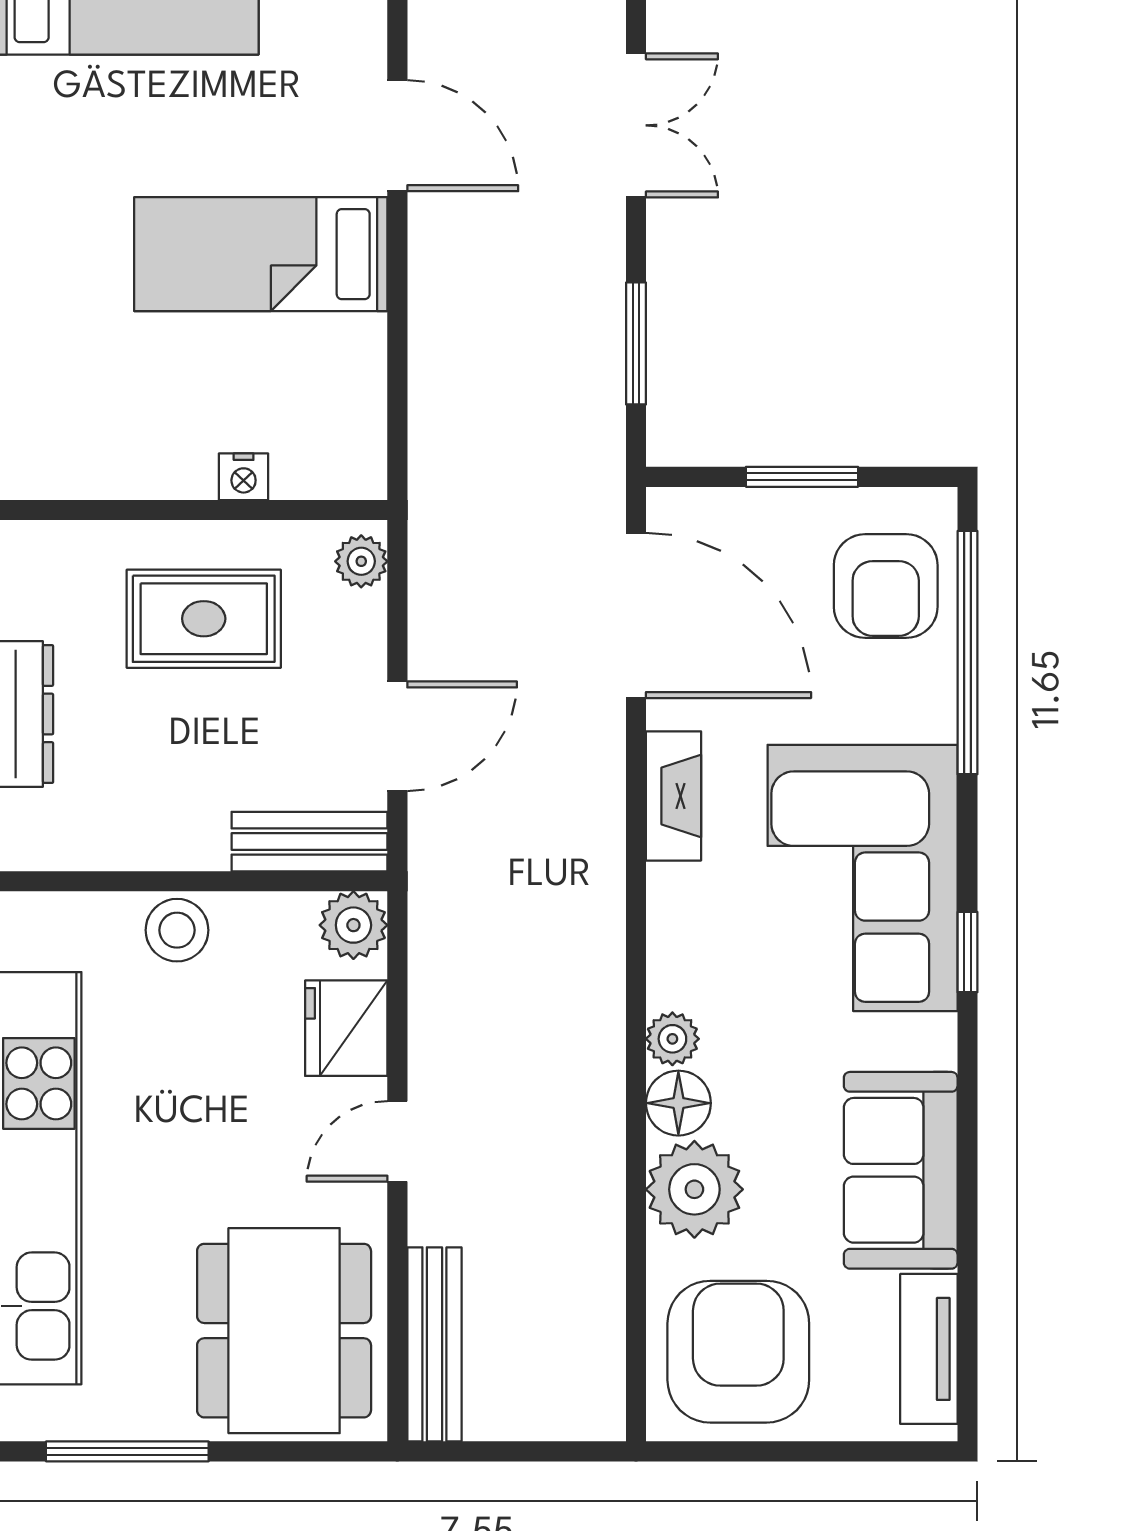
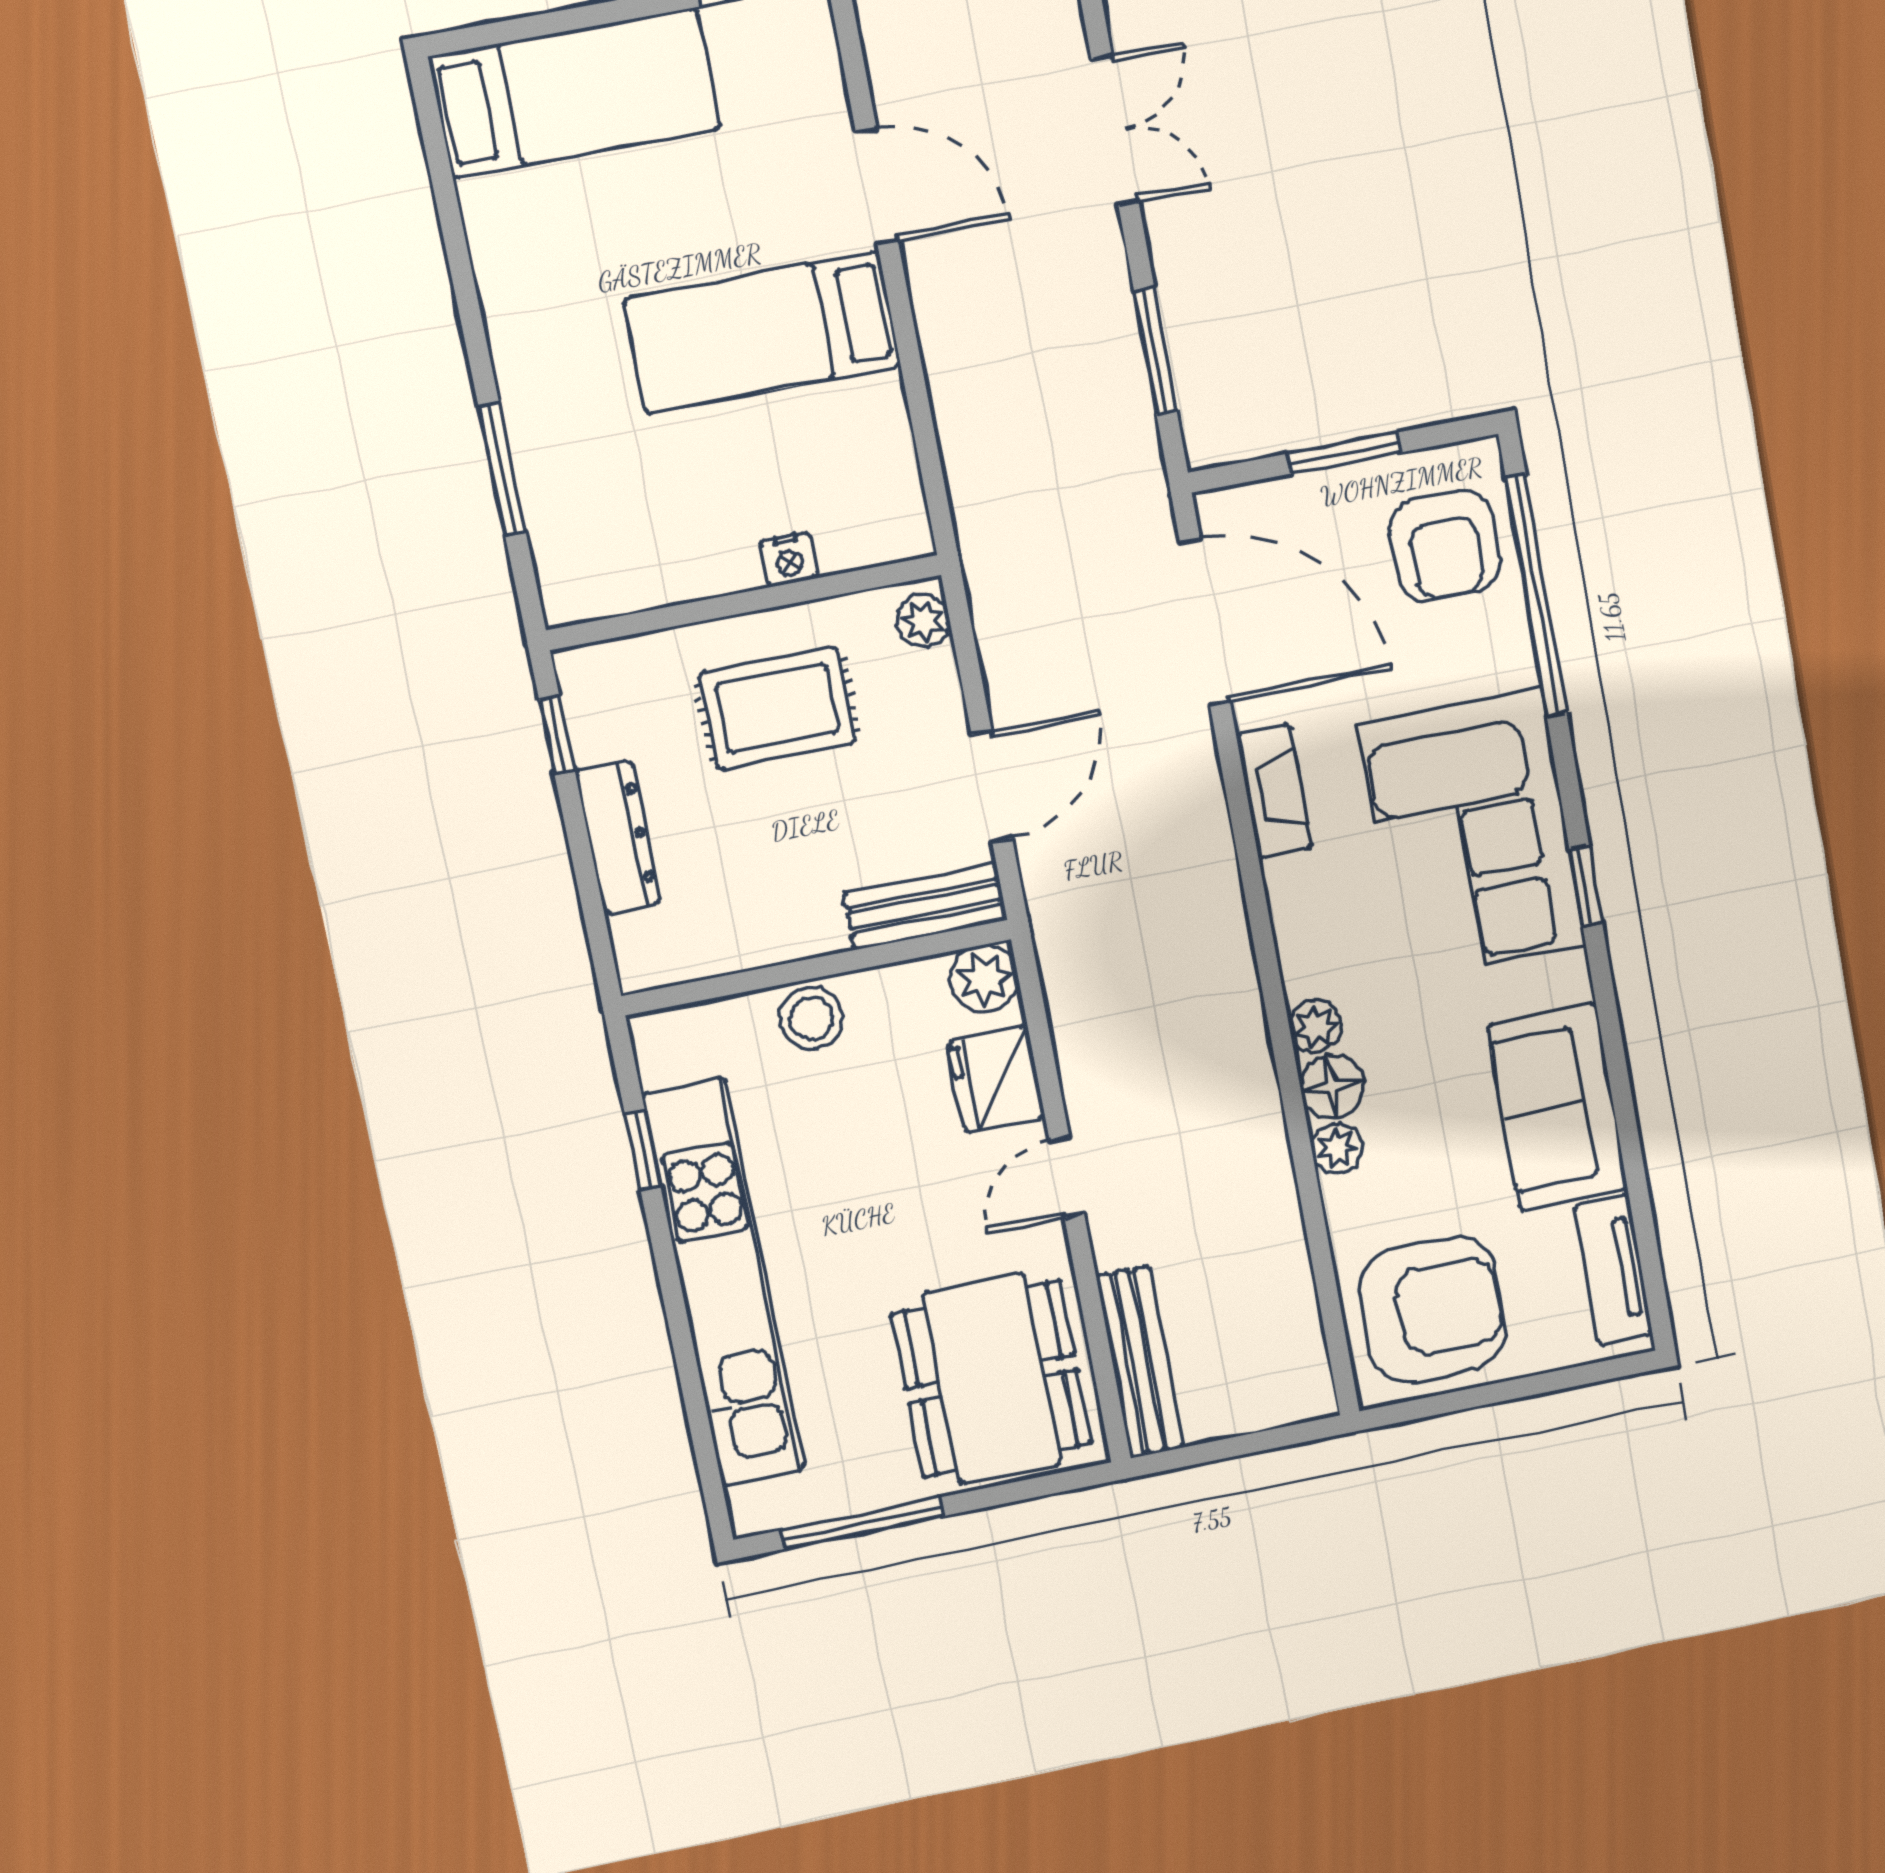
plant: (694, 1189) -> (1337, 1148), width x0.53, depth x0.53
armchair: (738, 1352) -> (1432, 1309), turned 90

